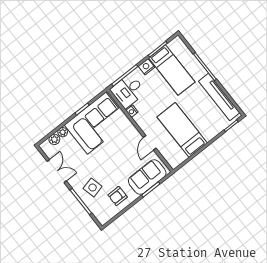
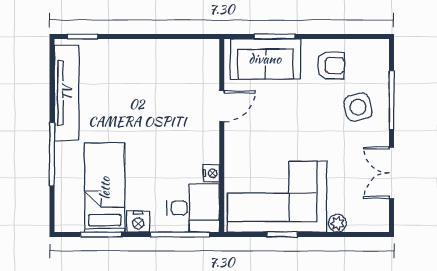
bed: (182, 130) -> (159, 87), removed
plant: (54, 139) -> (358, 222), removed

